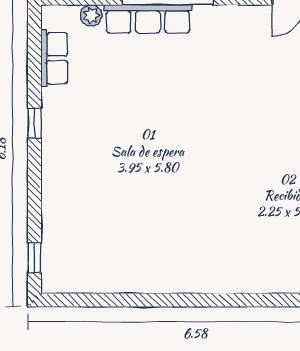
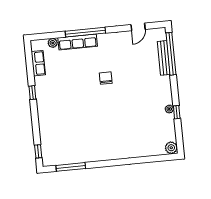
chair: (204, 107) -> (106, 78), added
window: (105, 300) -> (71, 167), added

